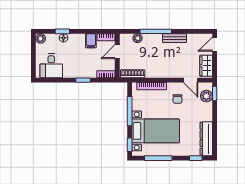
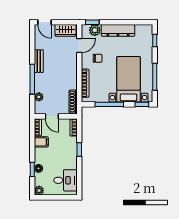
dresser: (206, 139) -> (118, 30), moved

